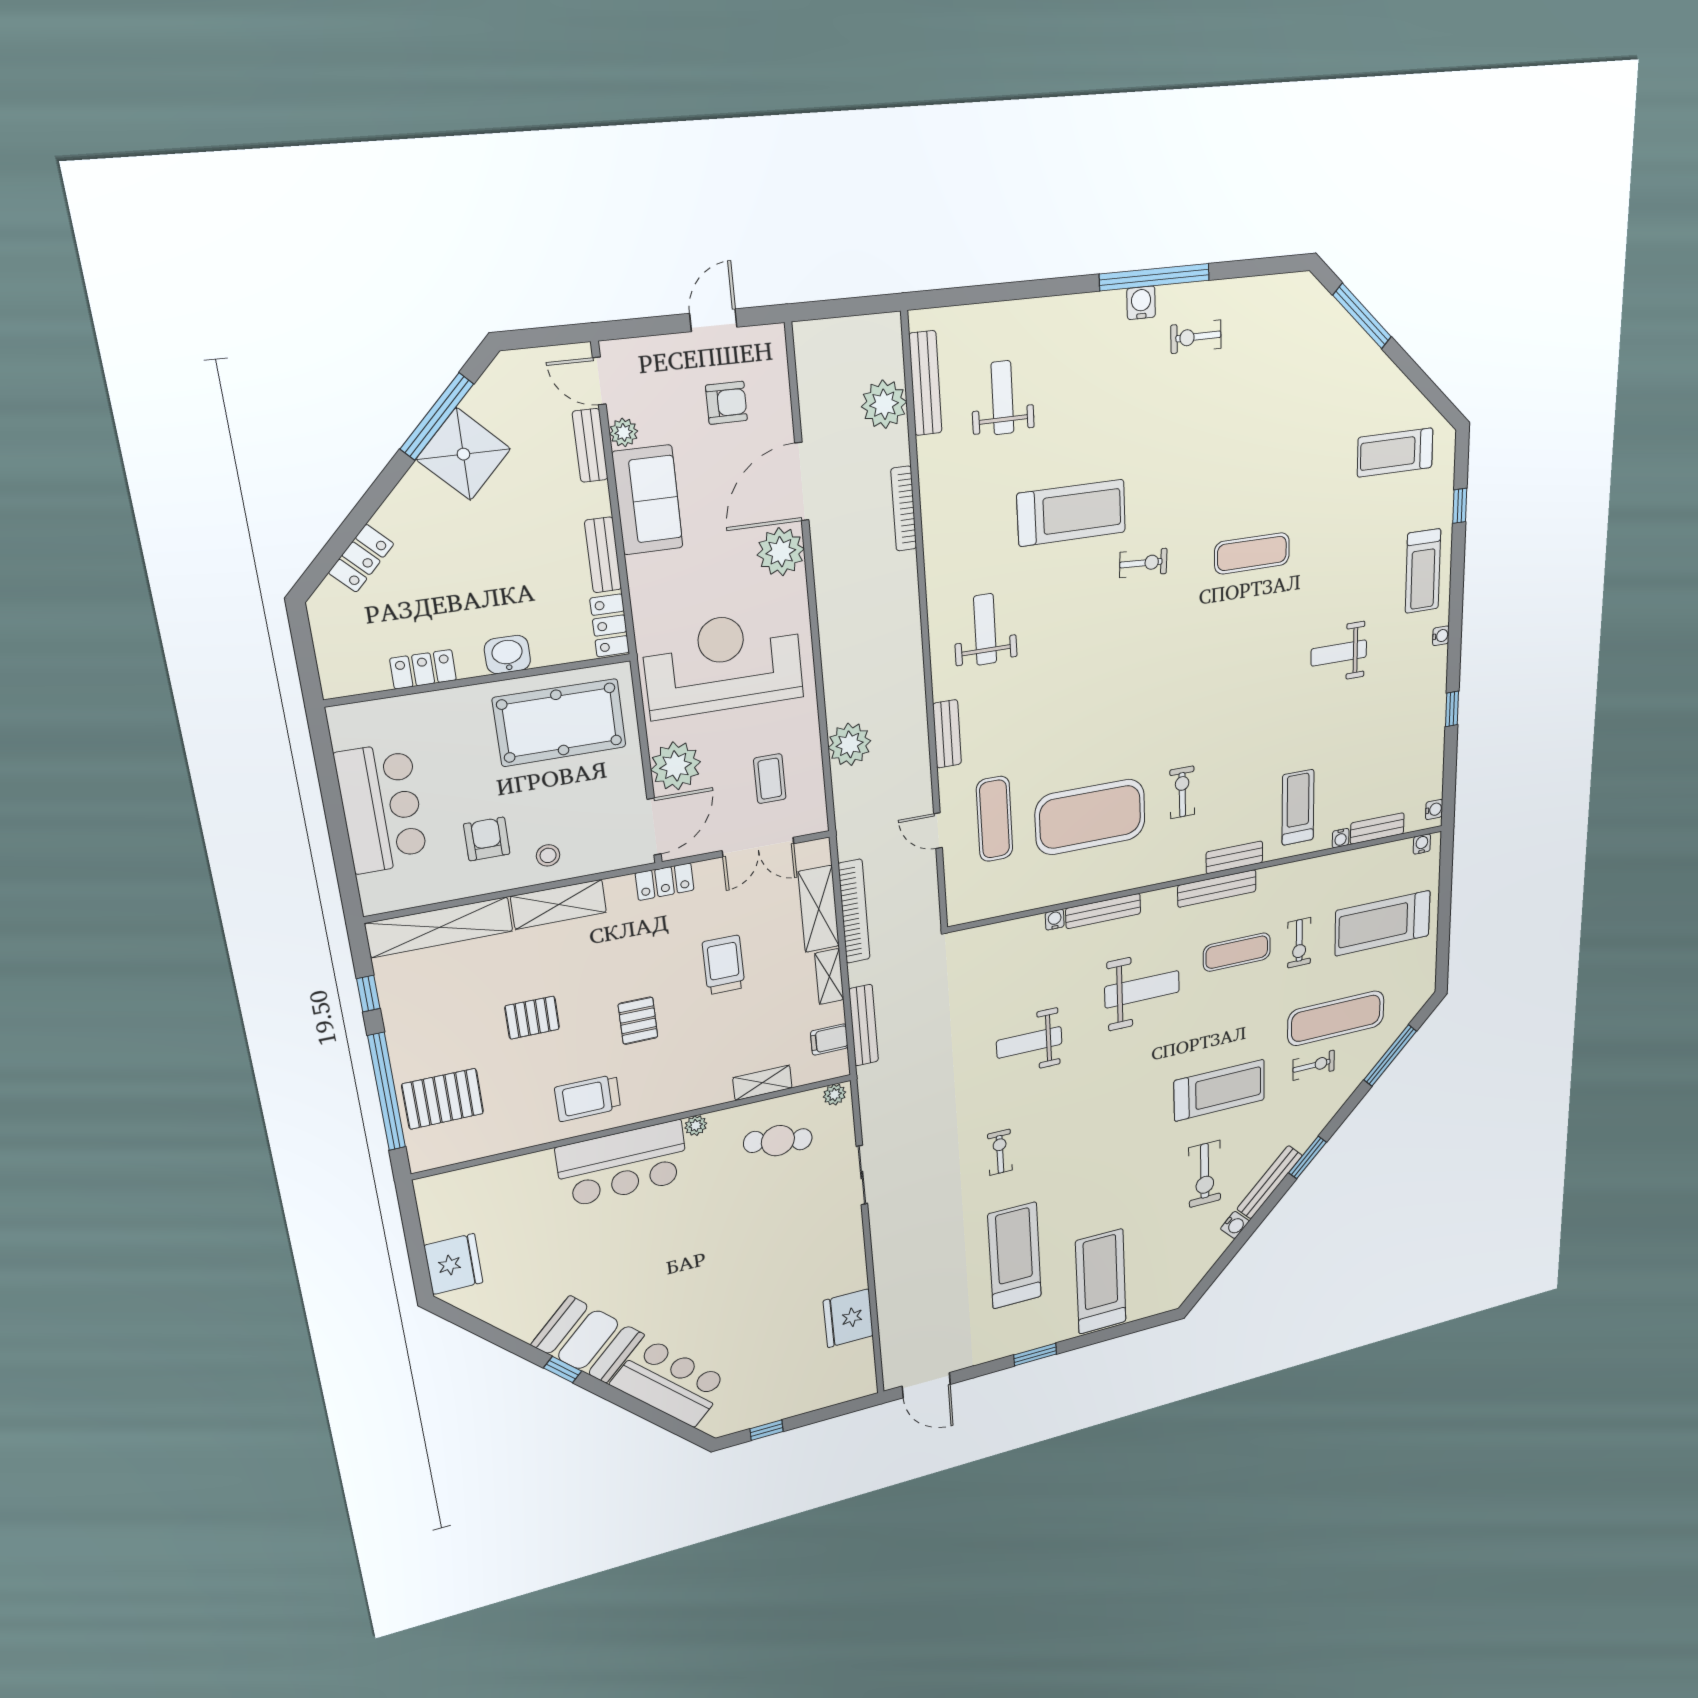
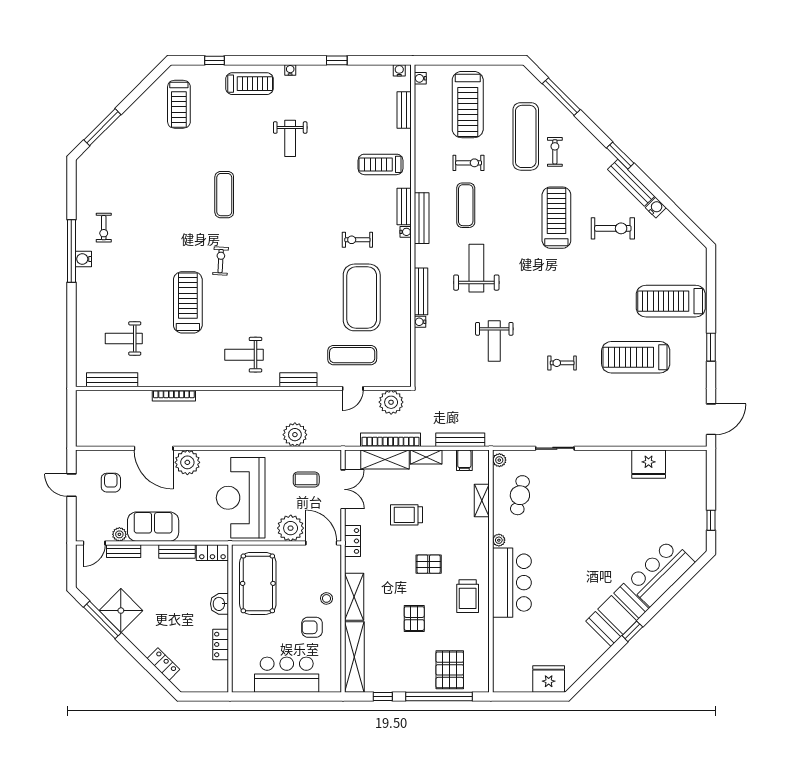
plant: (884, 404) -> (391, 402), moved
water cooler: (1341, 838) -> (406, 232), moved

